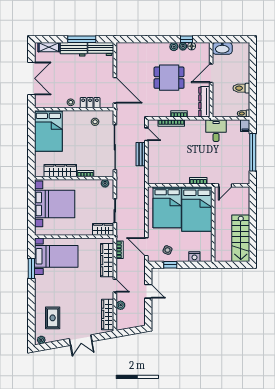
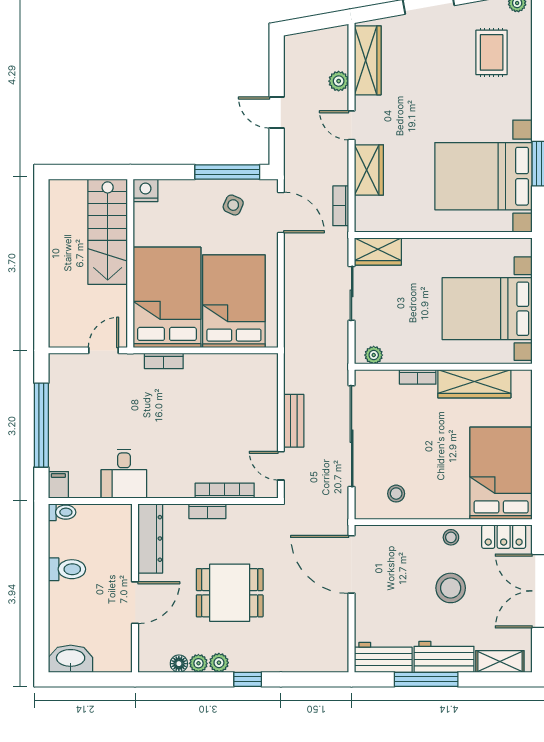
window: (187, 39) -> (248, 679), moved
washbasin: (222, 48) -> (71, 659), moved
stool: (71, 80) -> (451, 588), added
locker: (90, 103) -> (504, 537), moved
stairs: (241, 238) -> (108, 232), moved, turned 180
bed with nightstands: (56, 256) -> (484, 176), width x1.36
nightstand: (194, 257) -> (145, 190), moved
wardrobe: (107, 260) -> (369, 170), width x0.67
window: (170, 265) -> (227, 172), width x2.17

